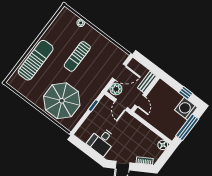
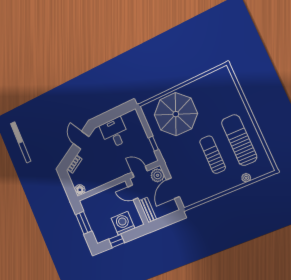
sun lounger: (36, 60) -> (239, 140), moved, turned 180
washing machine: (186, 109) -> (123, 223), moved, turned -90
window: (187, 127) -> (84, 223), width x0.69

